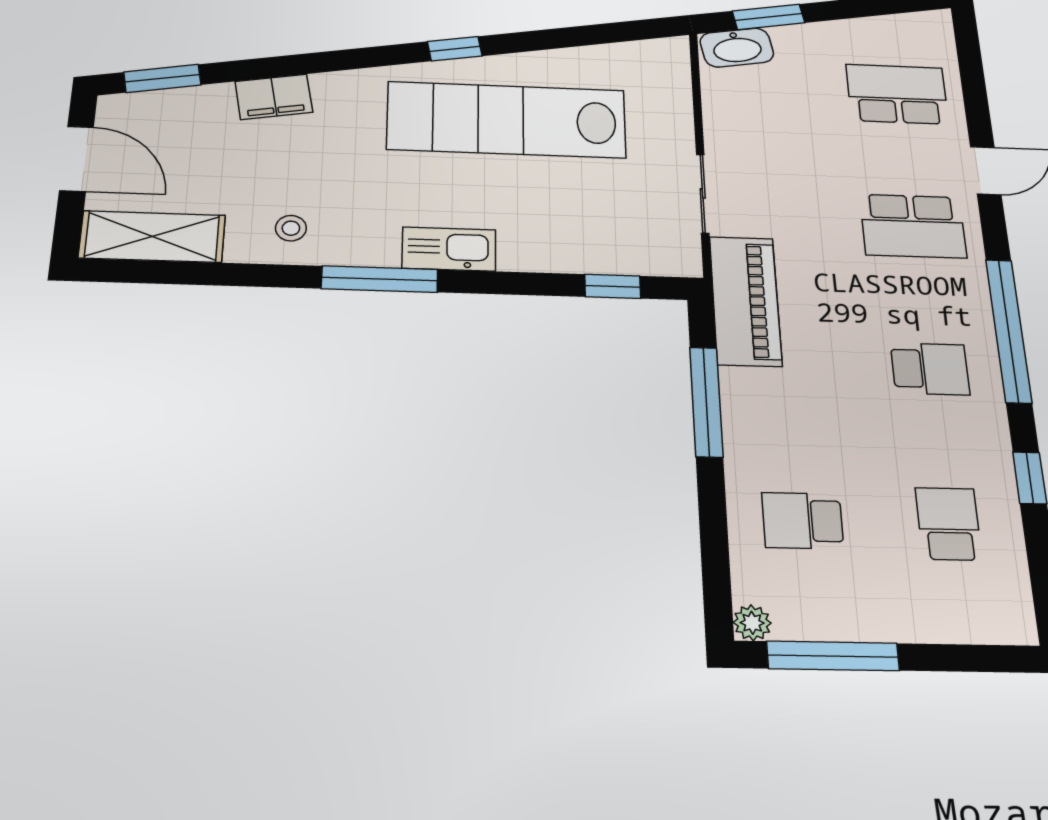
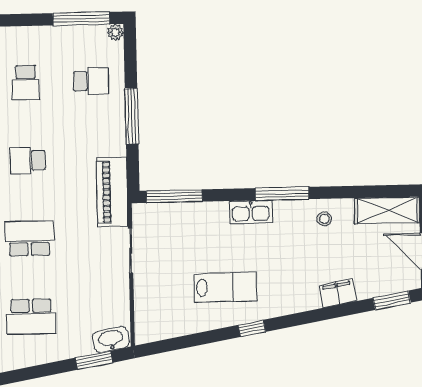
lab bench: (507, 120) -> (225, 287), width x0.54, depth x0.72
window: (613, 286) -> (174, 196), width x2.17
window: (706, 402) -> (132, 116), moved

